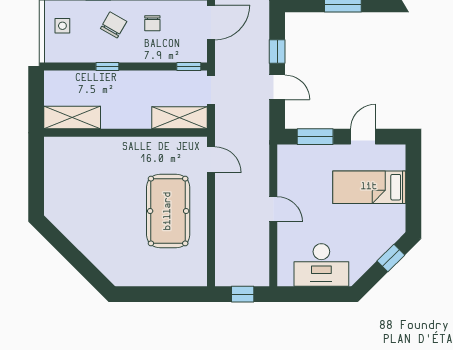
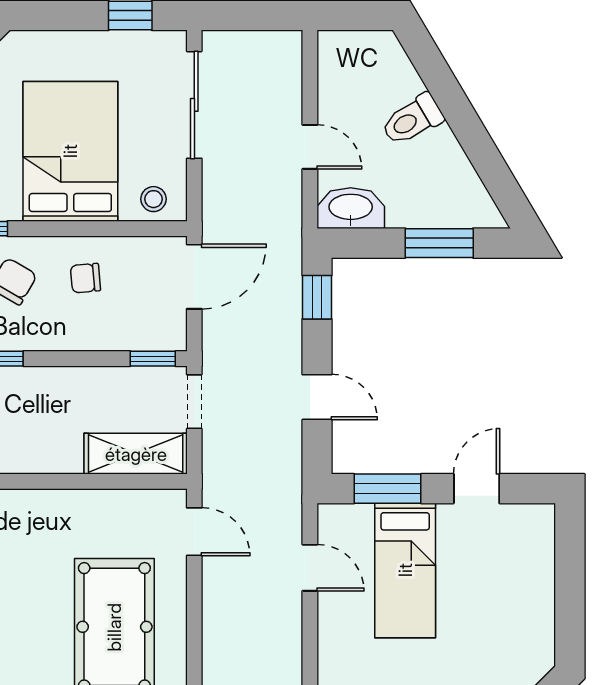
chair: (152, 23) -> (85, 278), turned 85
window: (277, 52) -> (317, 297), moved
bed: (369, 187) -> (405, 570), moved, turned -90
door: (273, 209) -> (310, 568), moved

